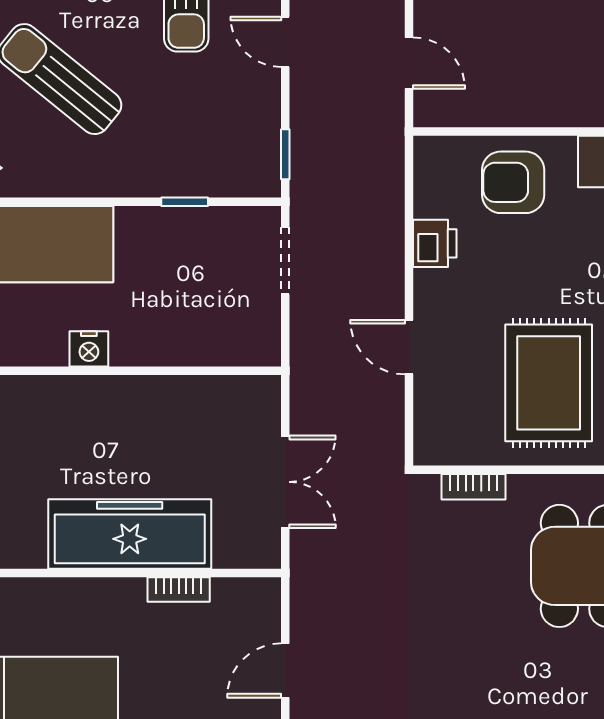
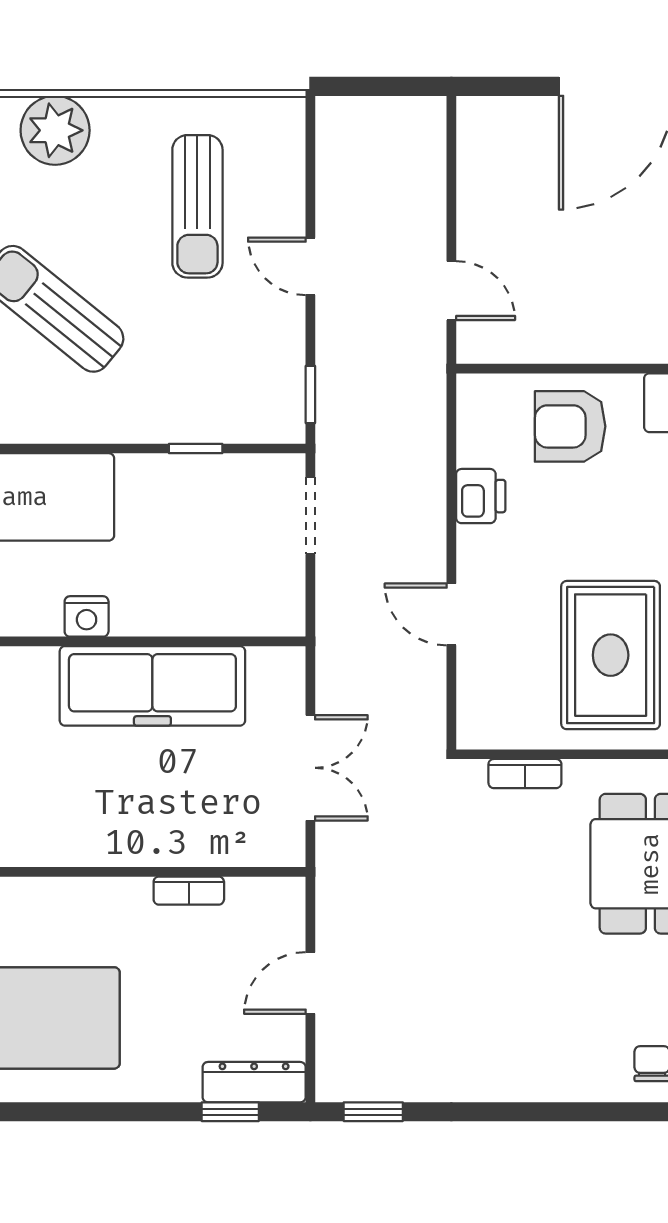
freezer: (130, 534) -> (152, 686), moved, turned 180

